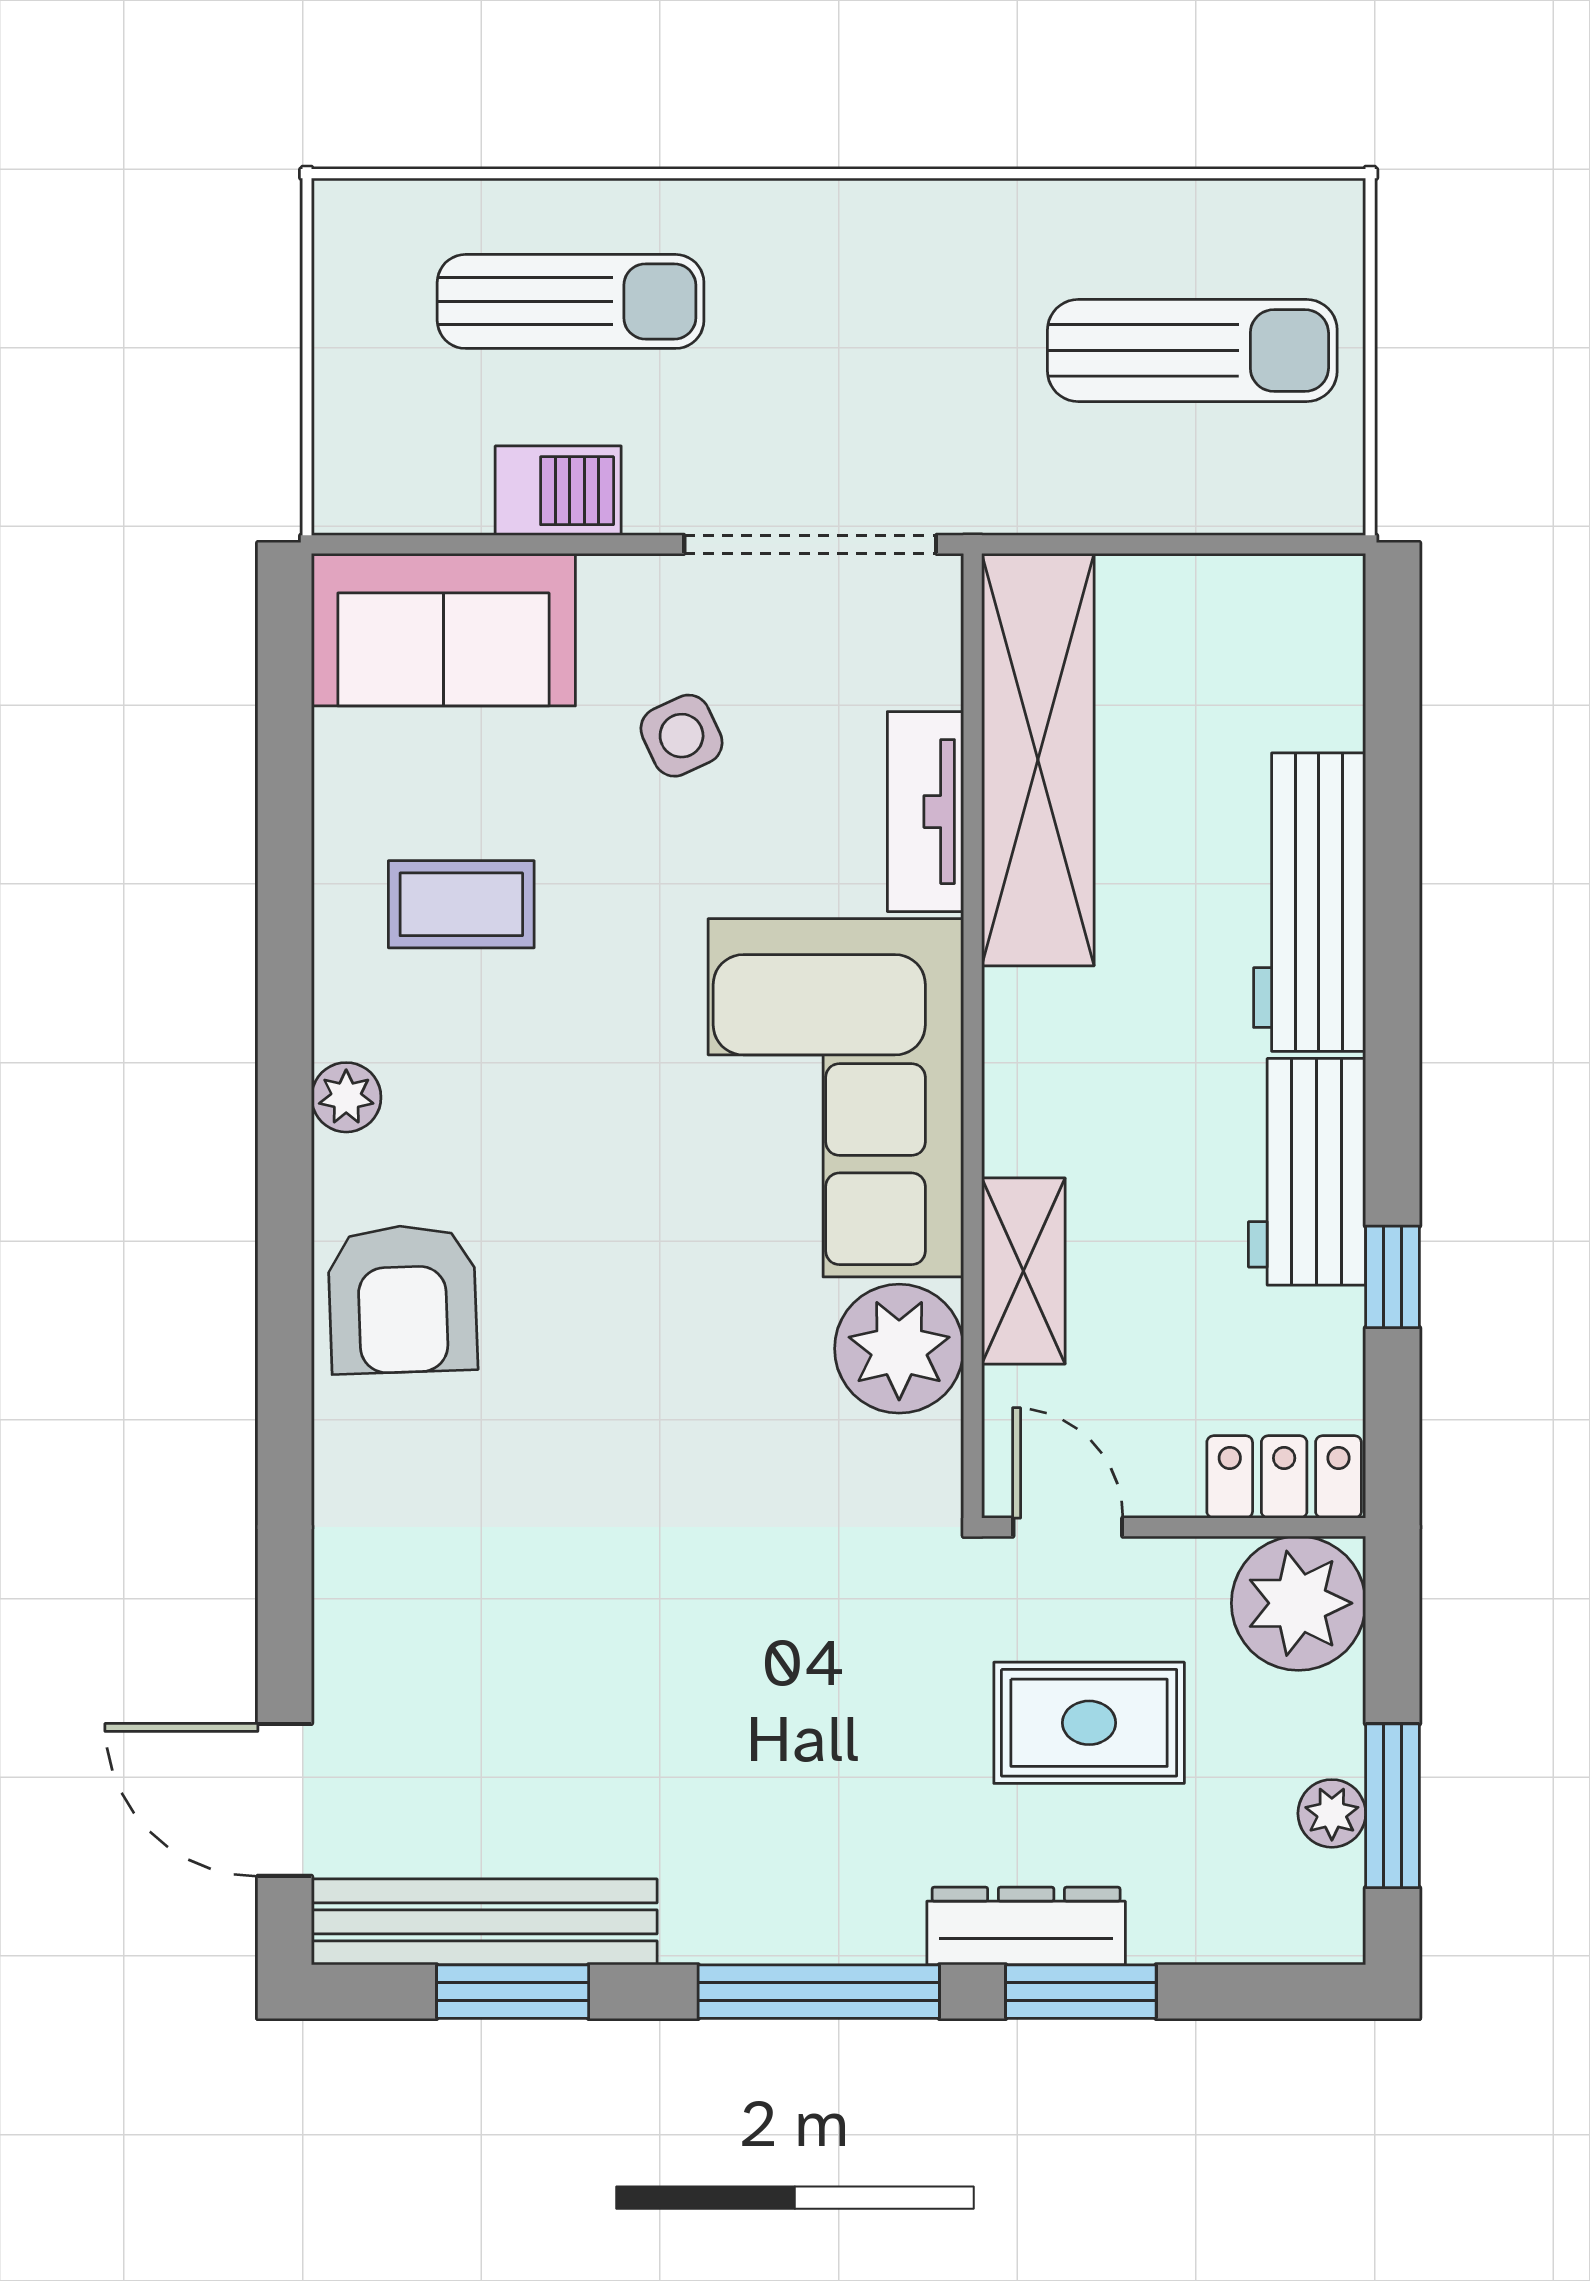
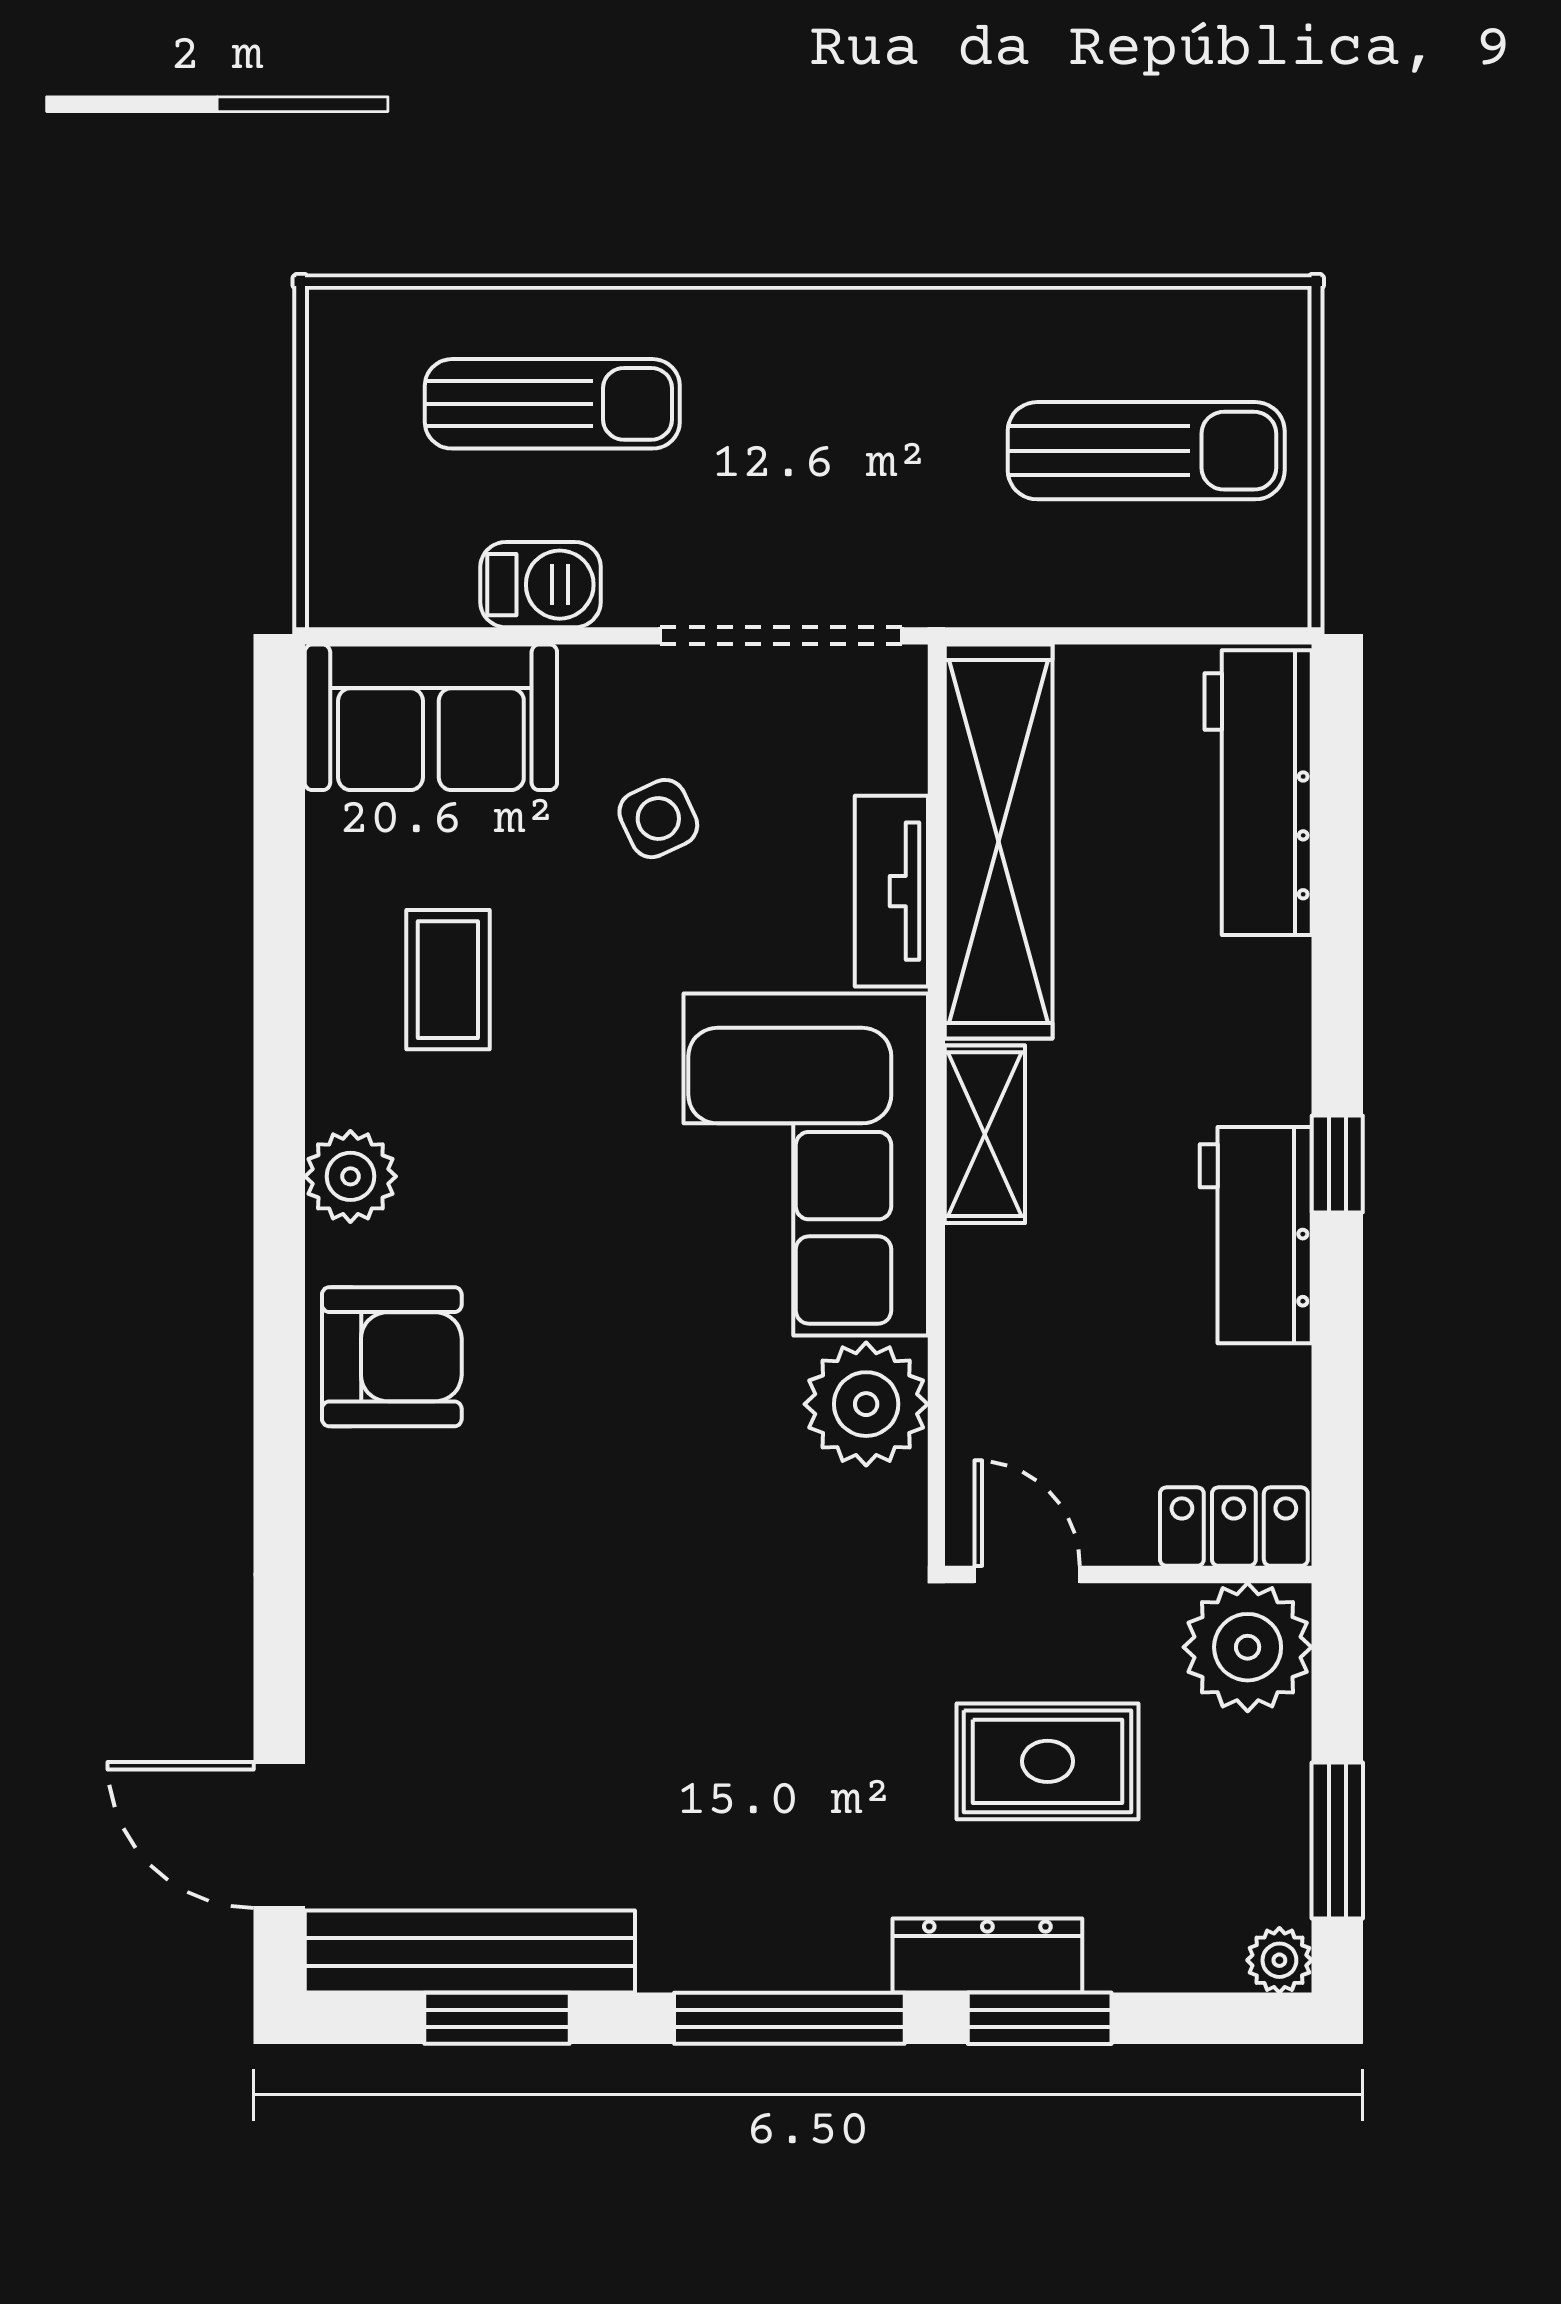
workbench: (1310, 902) -> (1258, 793), moved
coffee table: (461, 904) -> (448, 980), turned 90
plant: (346, 1097) -> (350, 1176), width x1.38, depth x1.38
shelving: (1023, 1271) -> (985, 1134), moved
window: (1392, 1277) -> (1337, 1164), moved
armchair: (403, 1299) -> (392, 1357), turned -88
plant: (1332, 1813) -> (1279, 1960), moved

